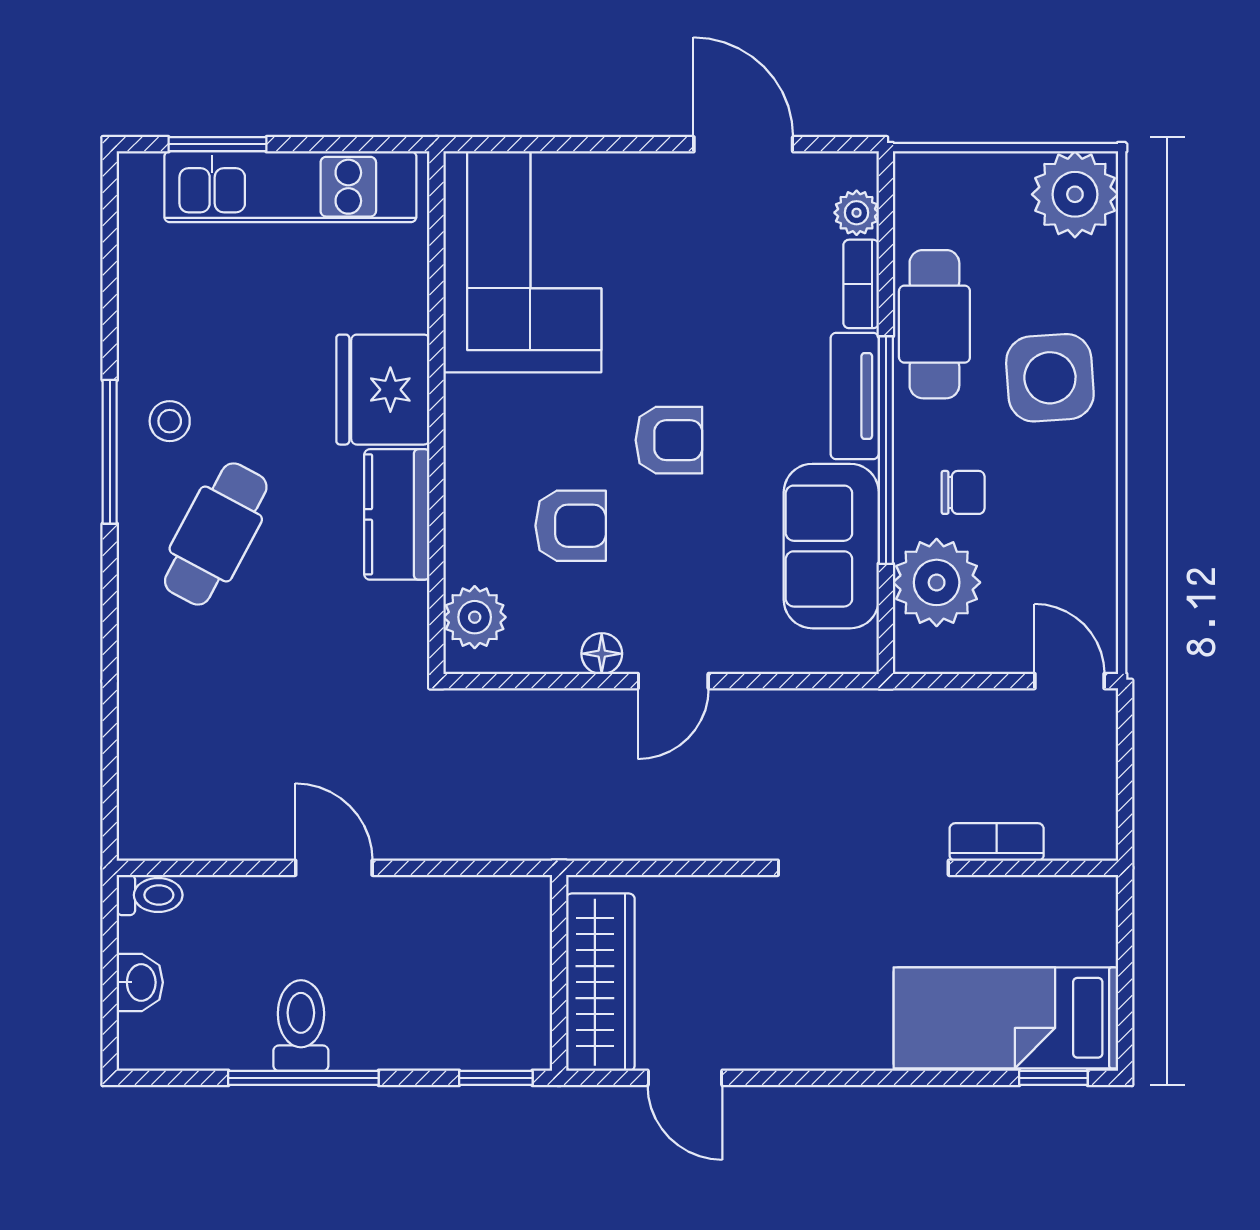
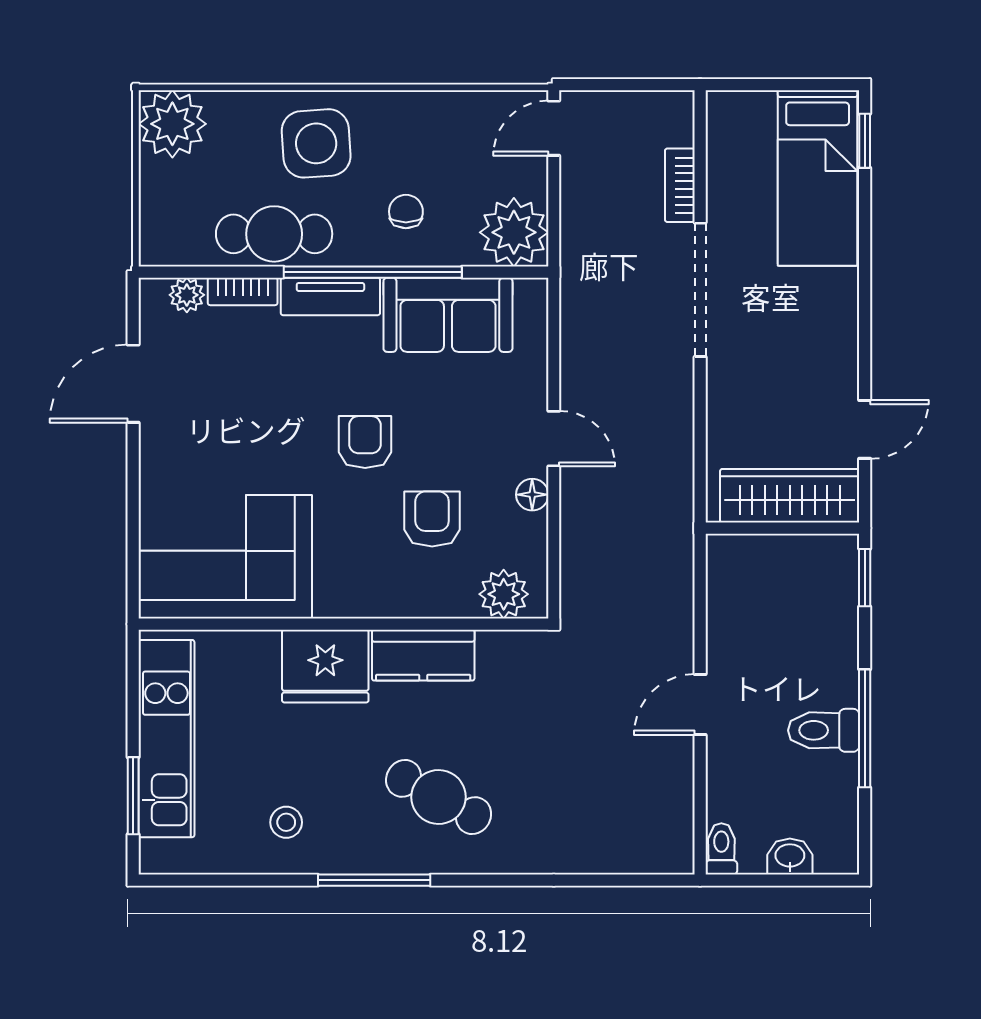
stool: (170, 421) -> (286, 822), moved
plant: (937, 582) -> (514, 232), moved

